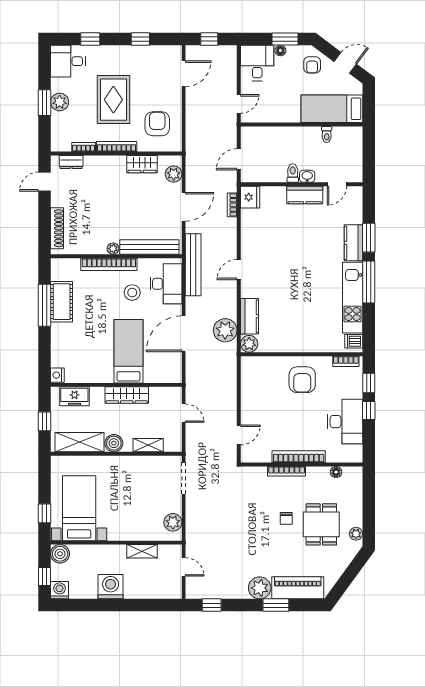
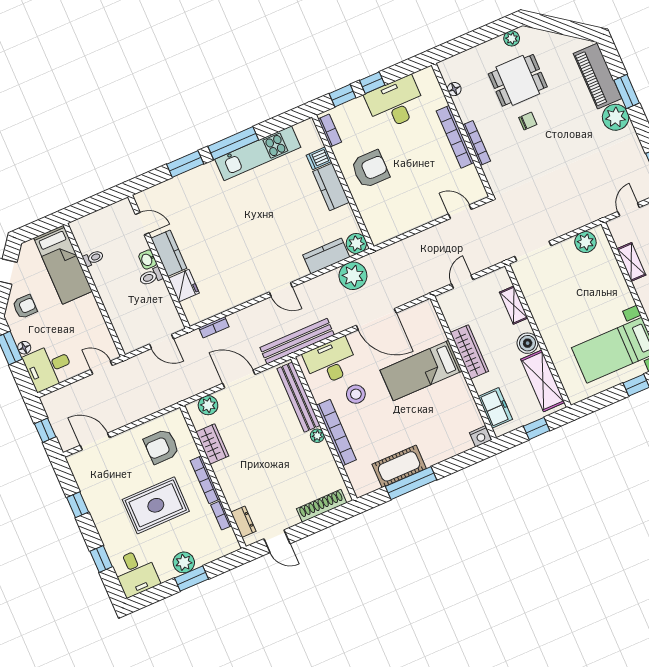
fridge: (250, 197) -> (184, 286), moved, turned 90
kitchen counter: (353, 243) -> (331, 187), moved, turned 90
dishwasher: (354, 341) -> (319, 158), moved, turned 90

